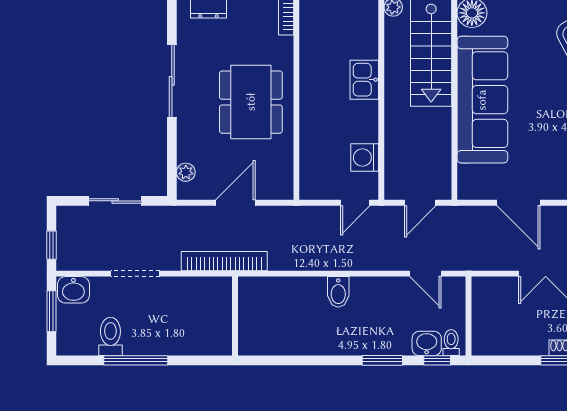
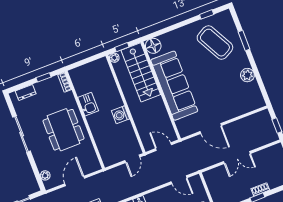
kitchen sink: (364, 80) -> (88, 104), moved, turned 180
washing machine: (365, 158) -> (121, 115), moved
door: (420, 203) -> (164, 147), swing flipped

